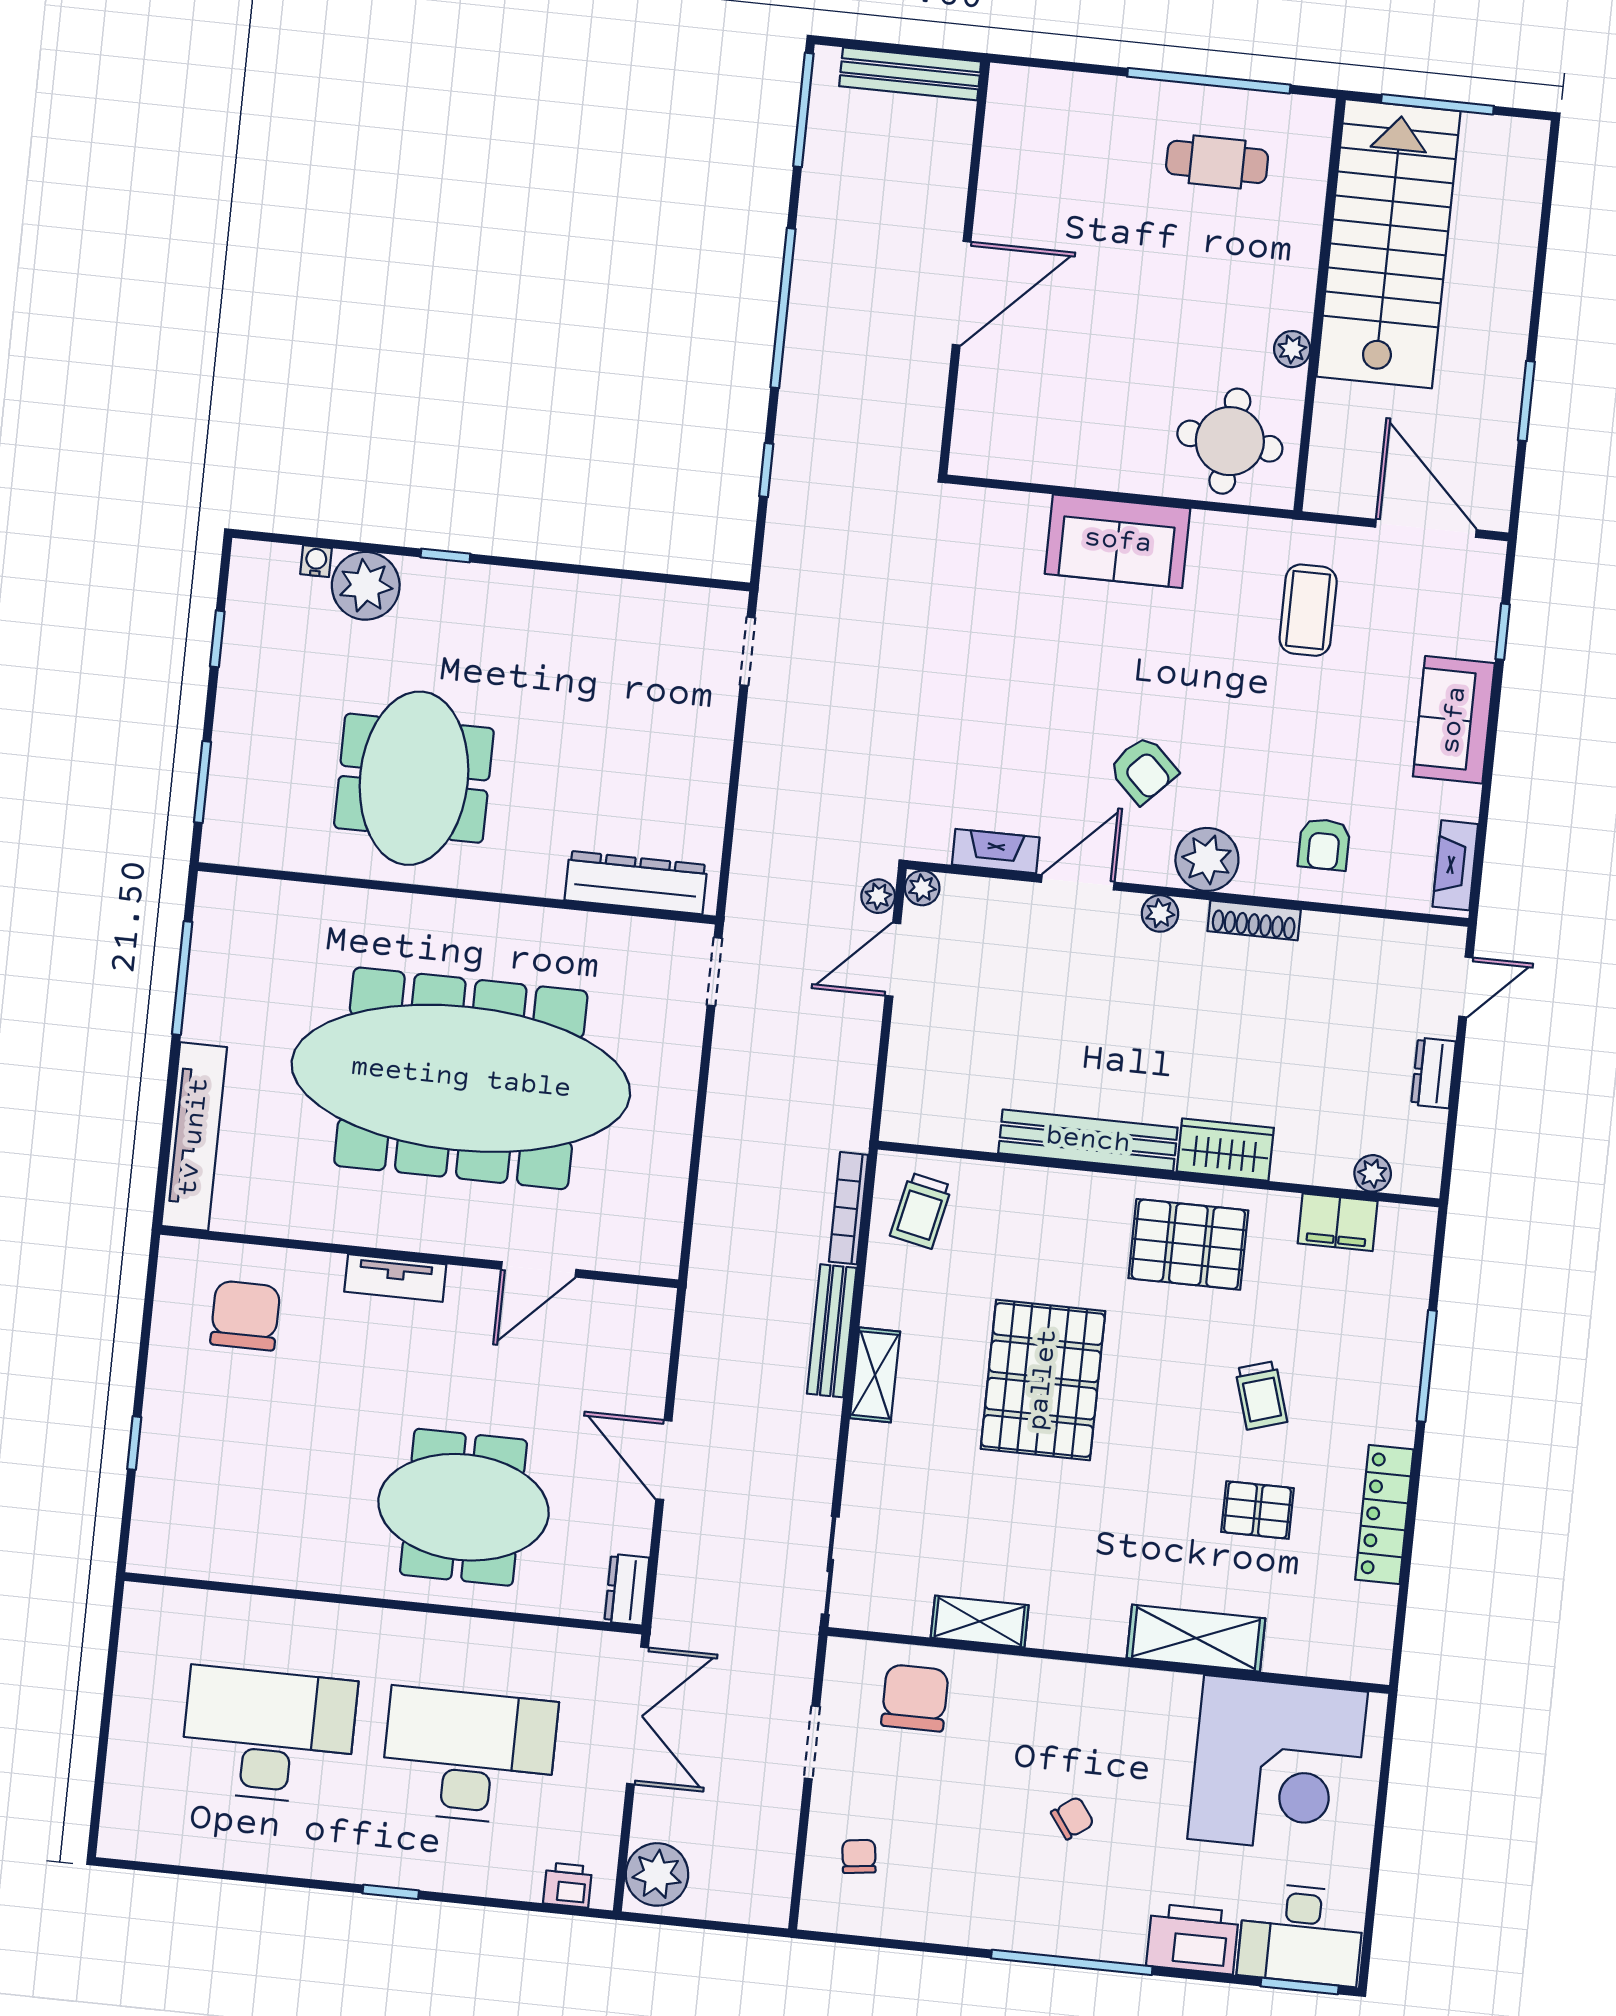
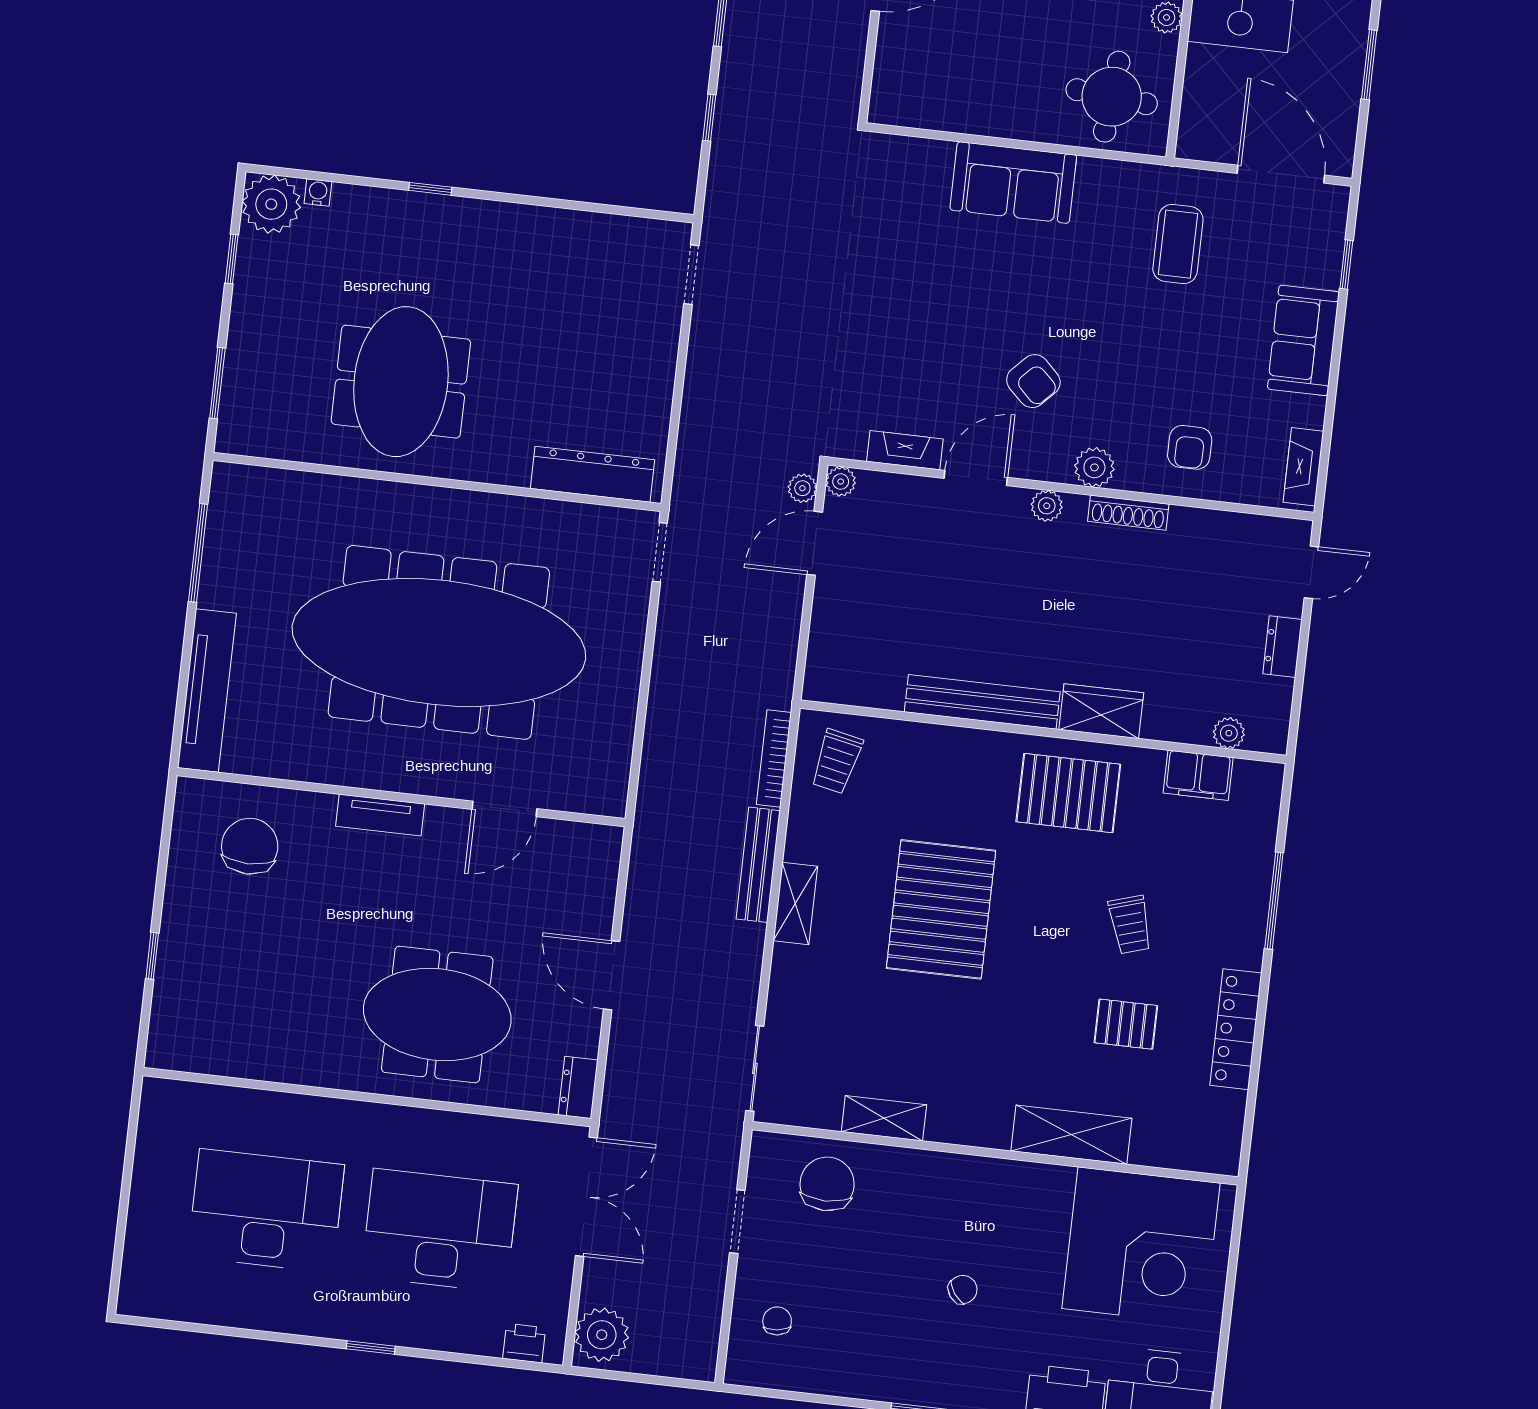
plant: (366, 586) -> (271, 204), moved
plant: (1207, 859) -> (1094, 467), width x0.73, depth x0.73

